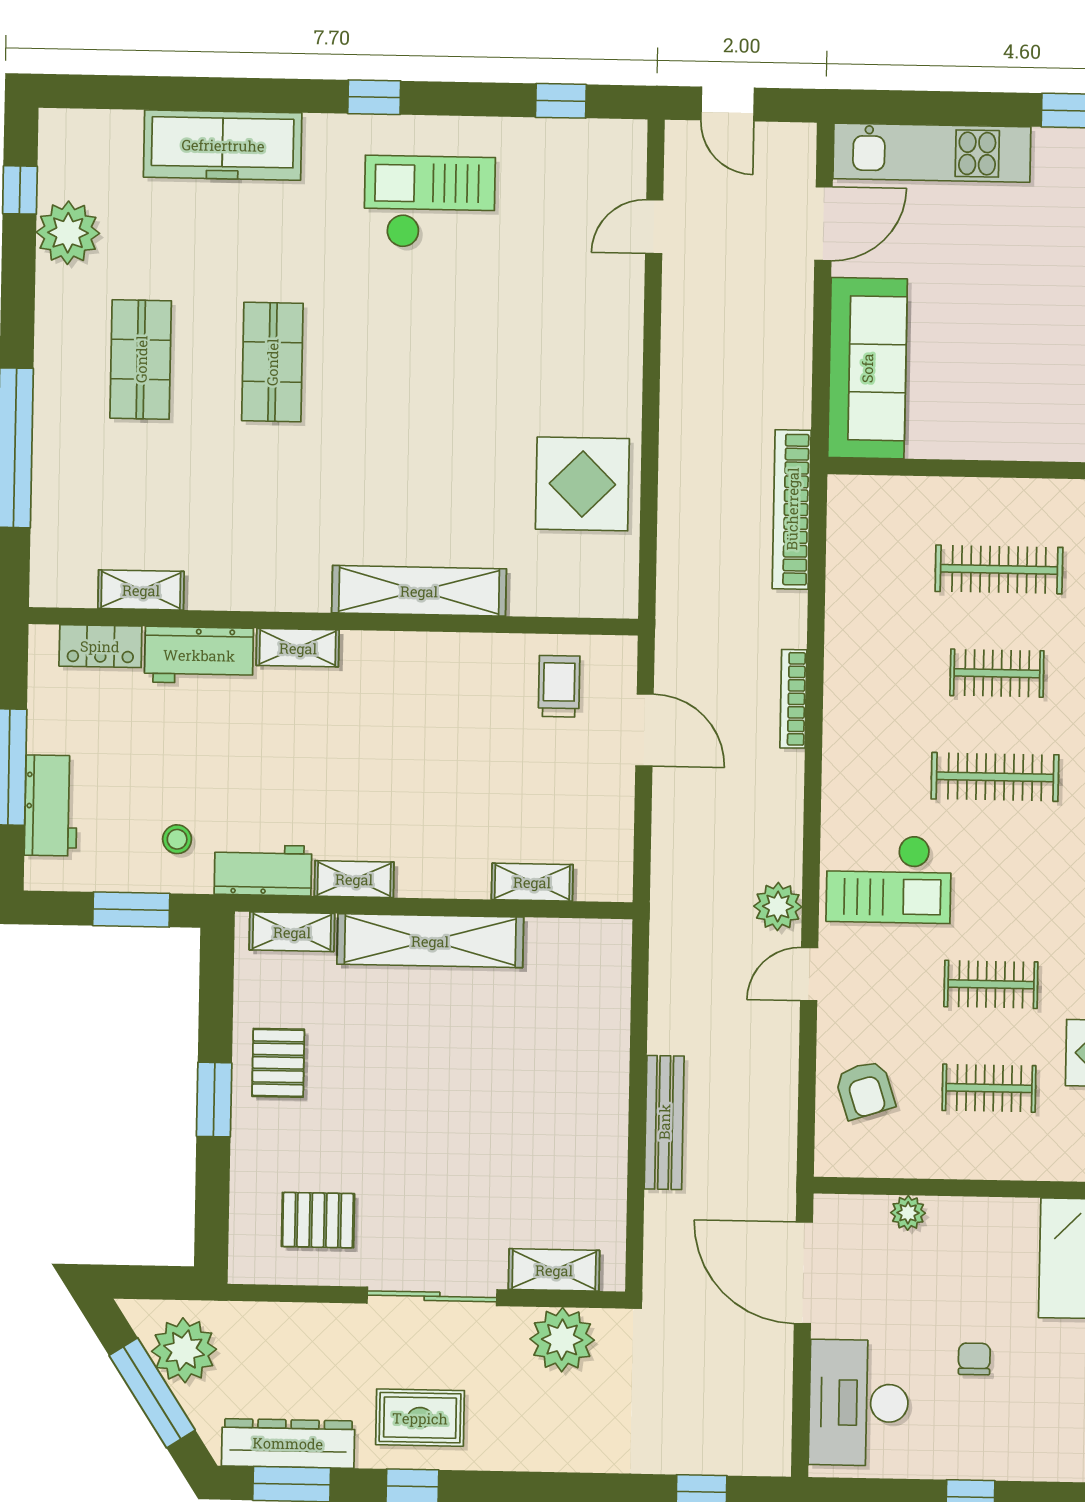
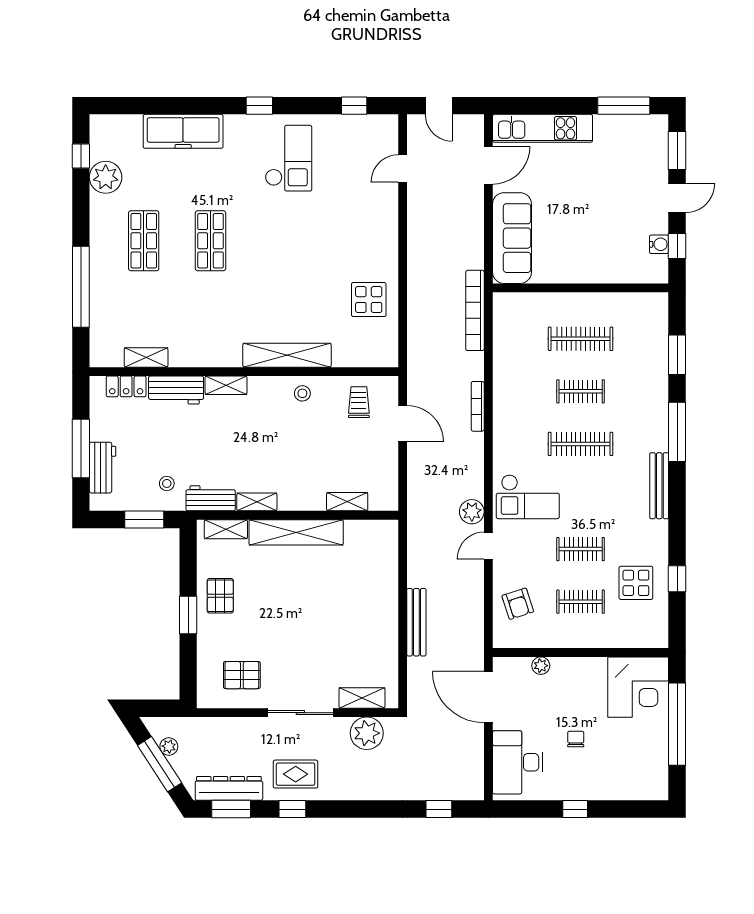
checkout: (429, 202) -> (288, 158), turned 90
display table: (582, 484) -> (369, 300), width x0.73, depth x0.73
stool: (448, 667) -> (302, 393), added
plant: (184, 1350) -> (169, 747), width x0.53, depth x0.53

